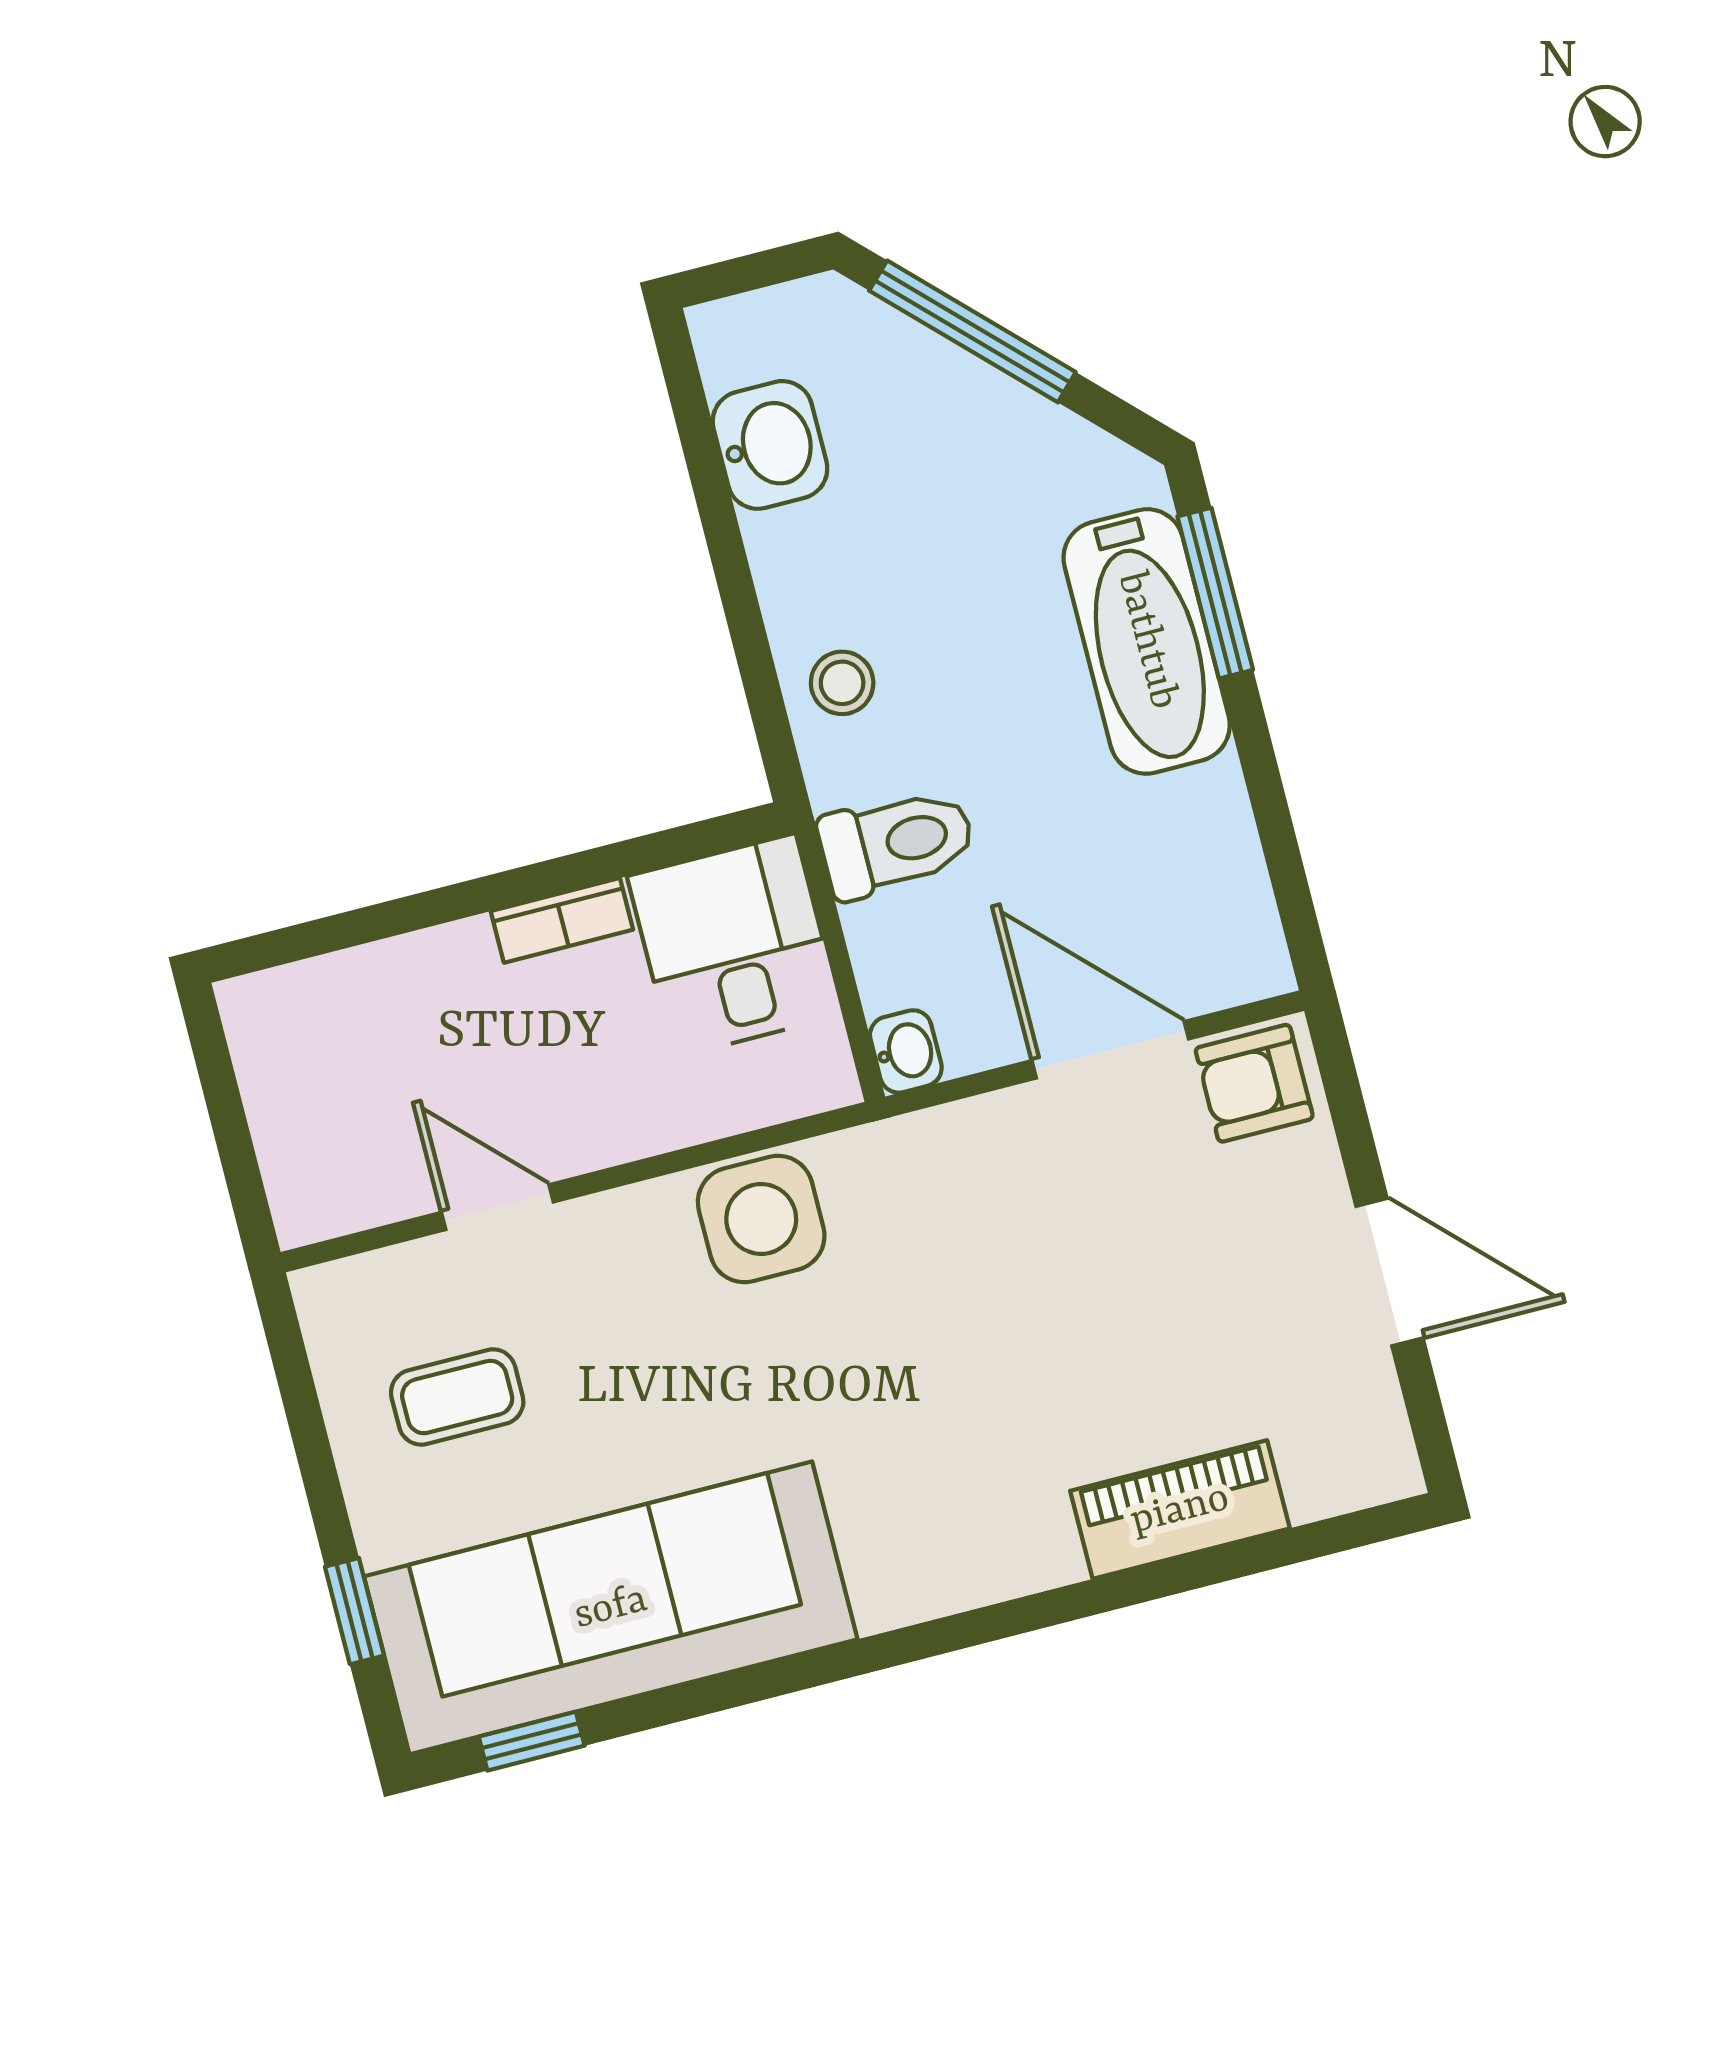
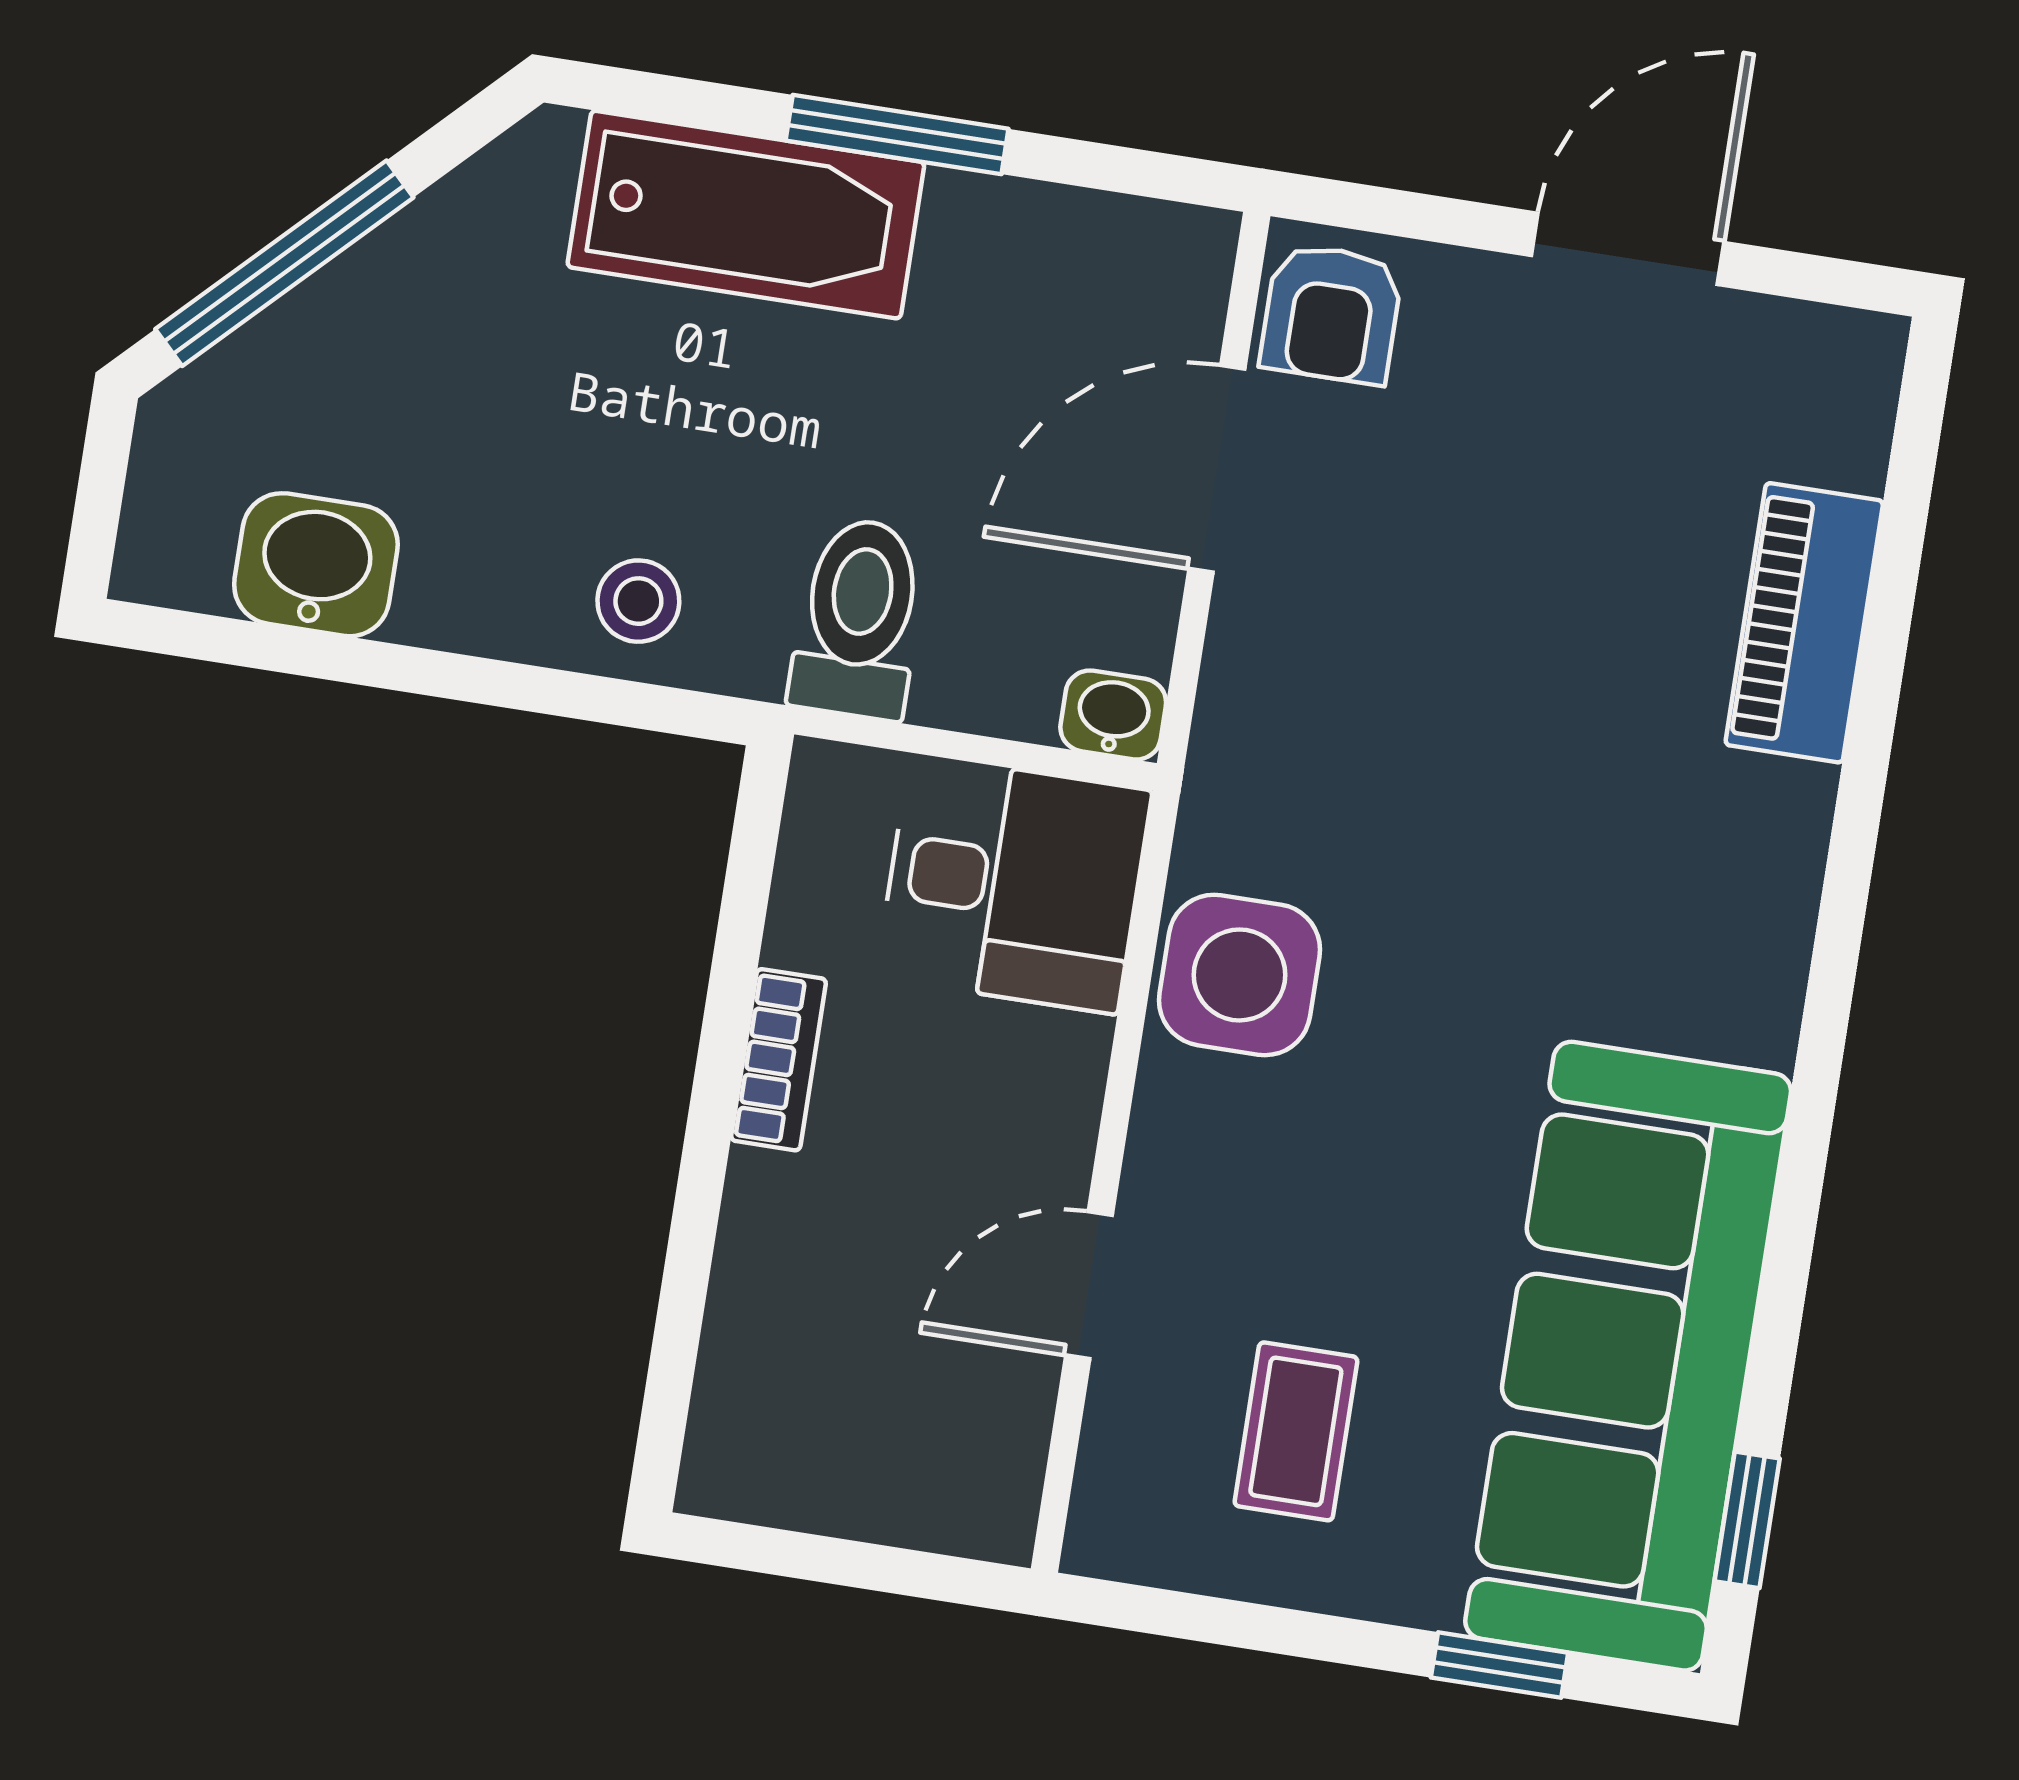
window: (1215, 593) -> (897, 135), moved
desk: (735, 946) -> (1014, 884), moved, turned 180

